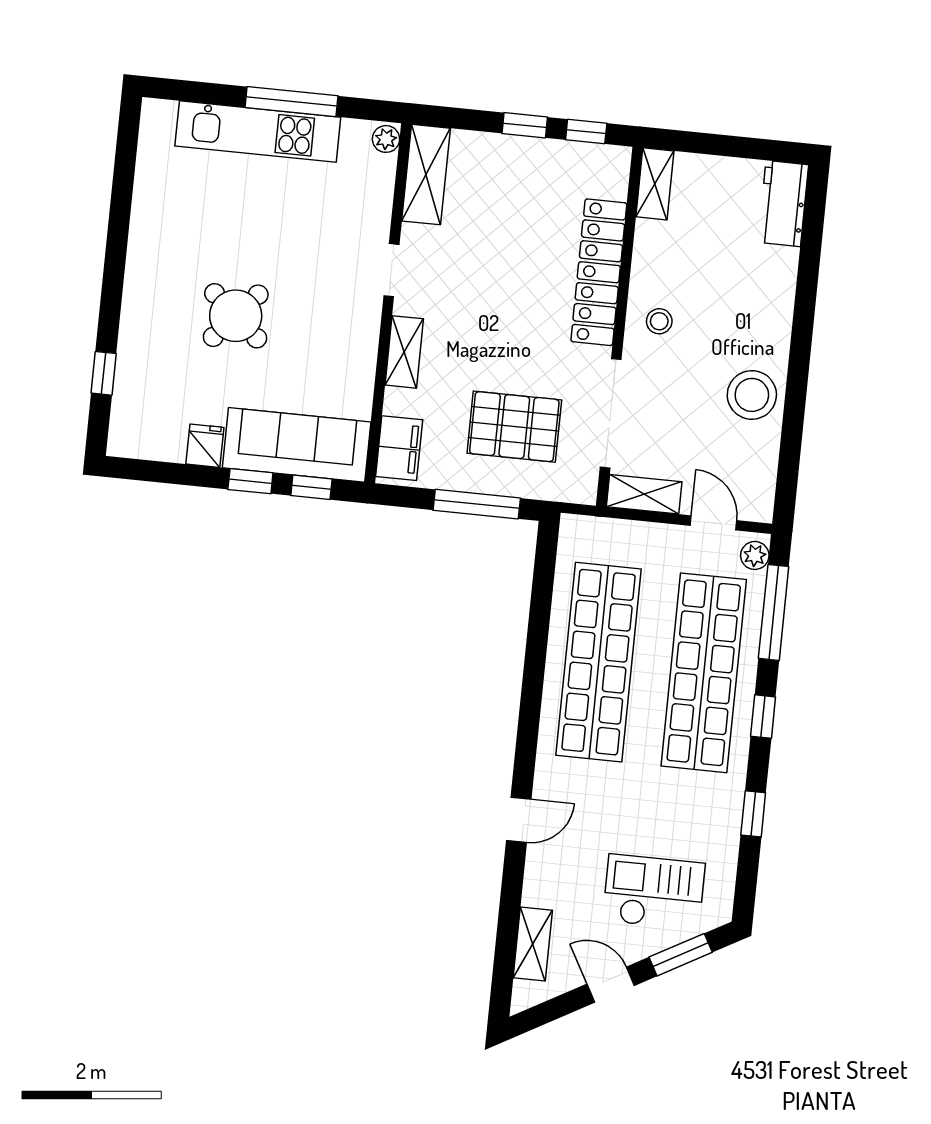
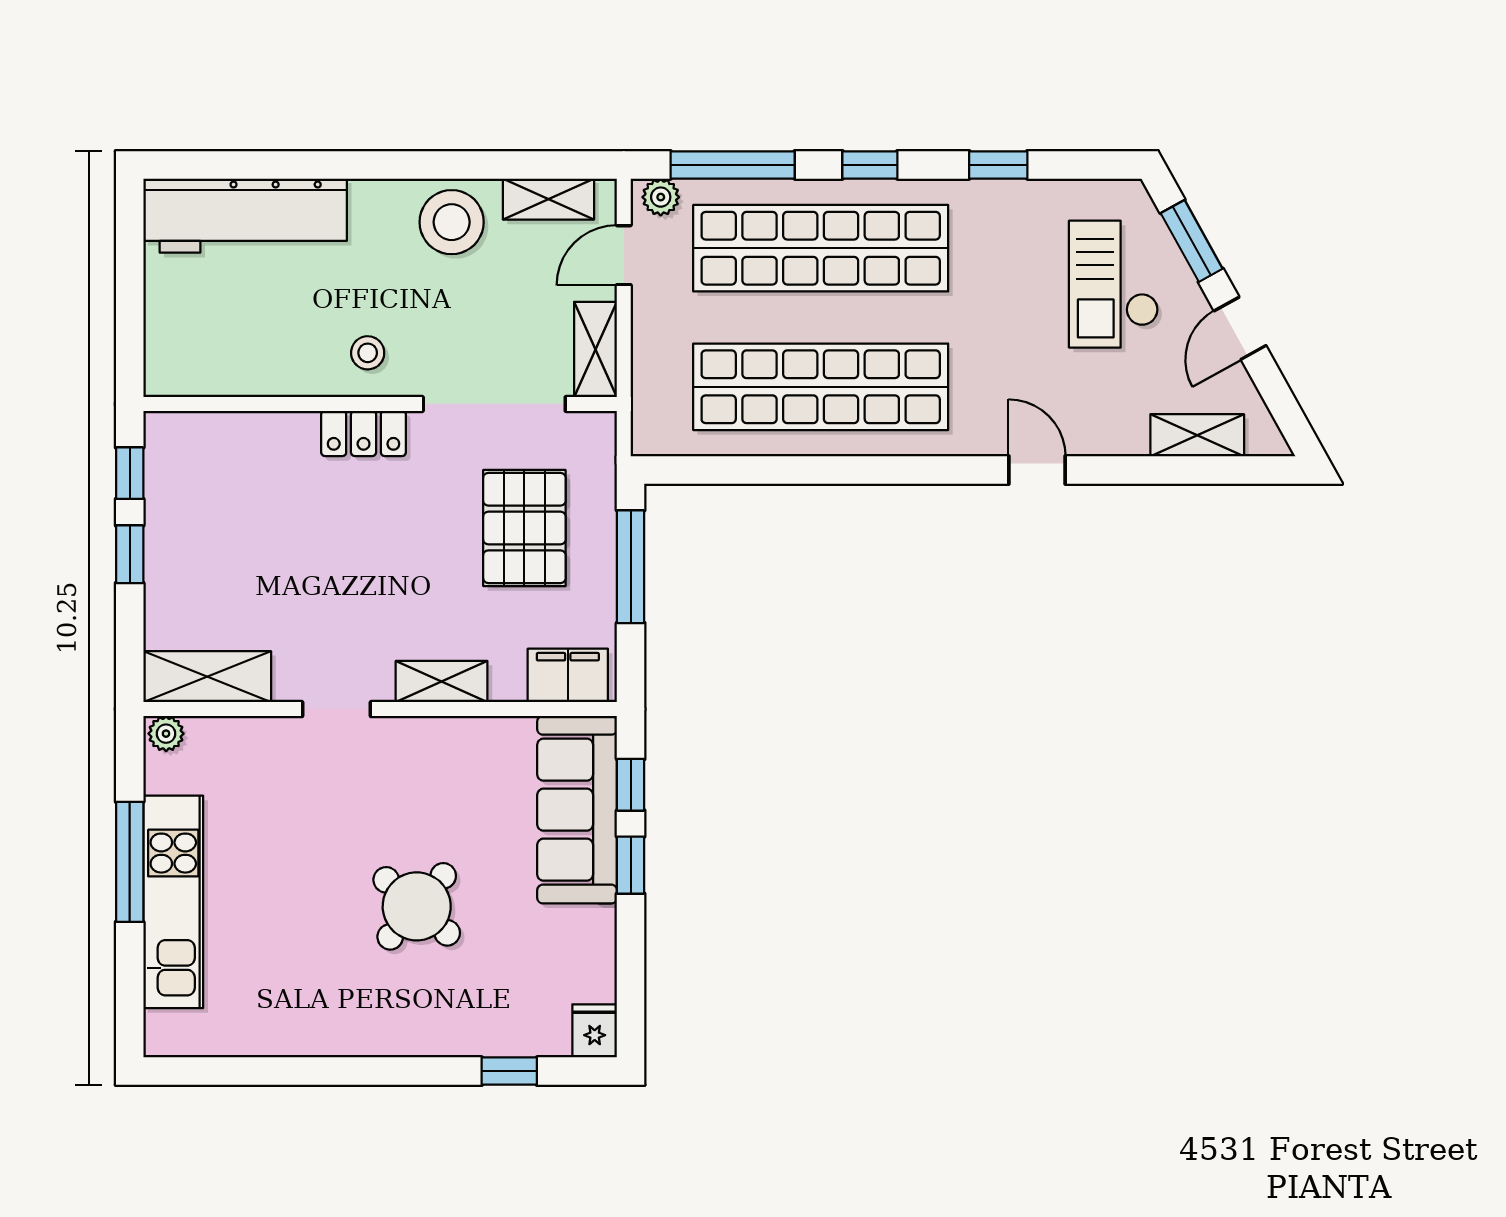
shelving: (655, 184) -> (548, 199), moved
workbench: (783, 204) -> (245, 216), width x1.88, depth x1.32
locker: (599, 272) -> (364, 433), width x0.46, depth x0.83
fridge: (205, 446) -> (595, 1031), moved, turned 90

